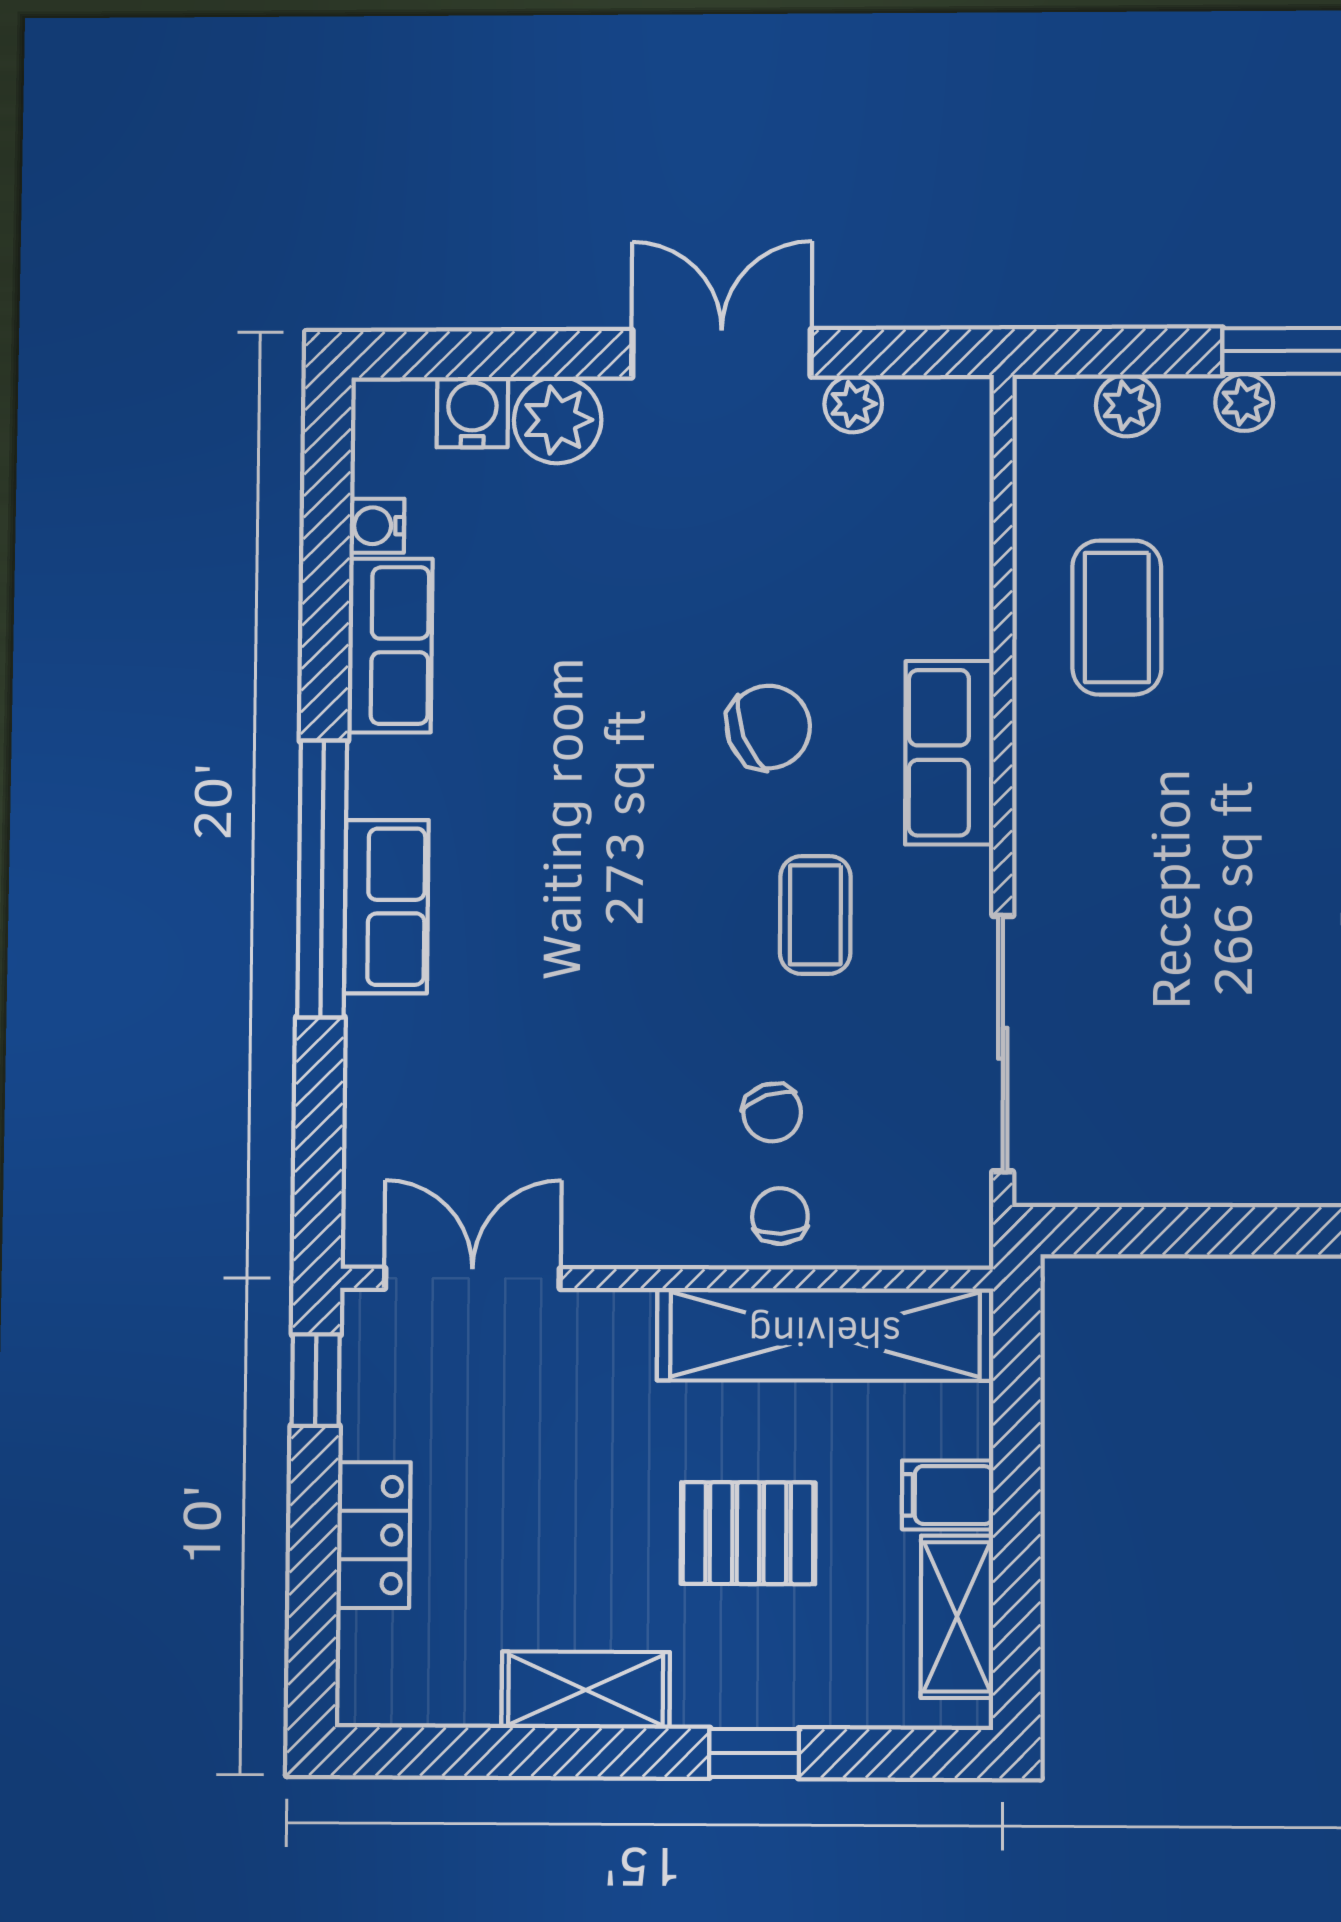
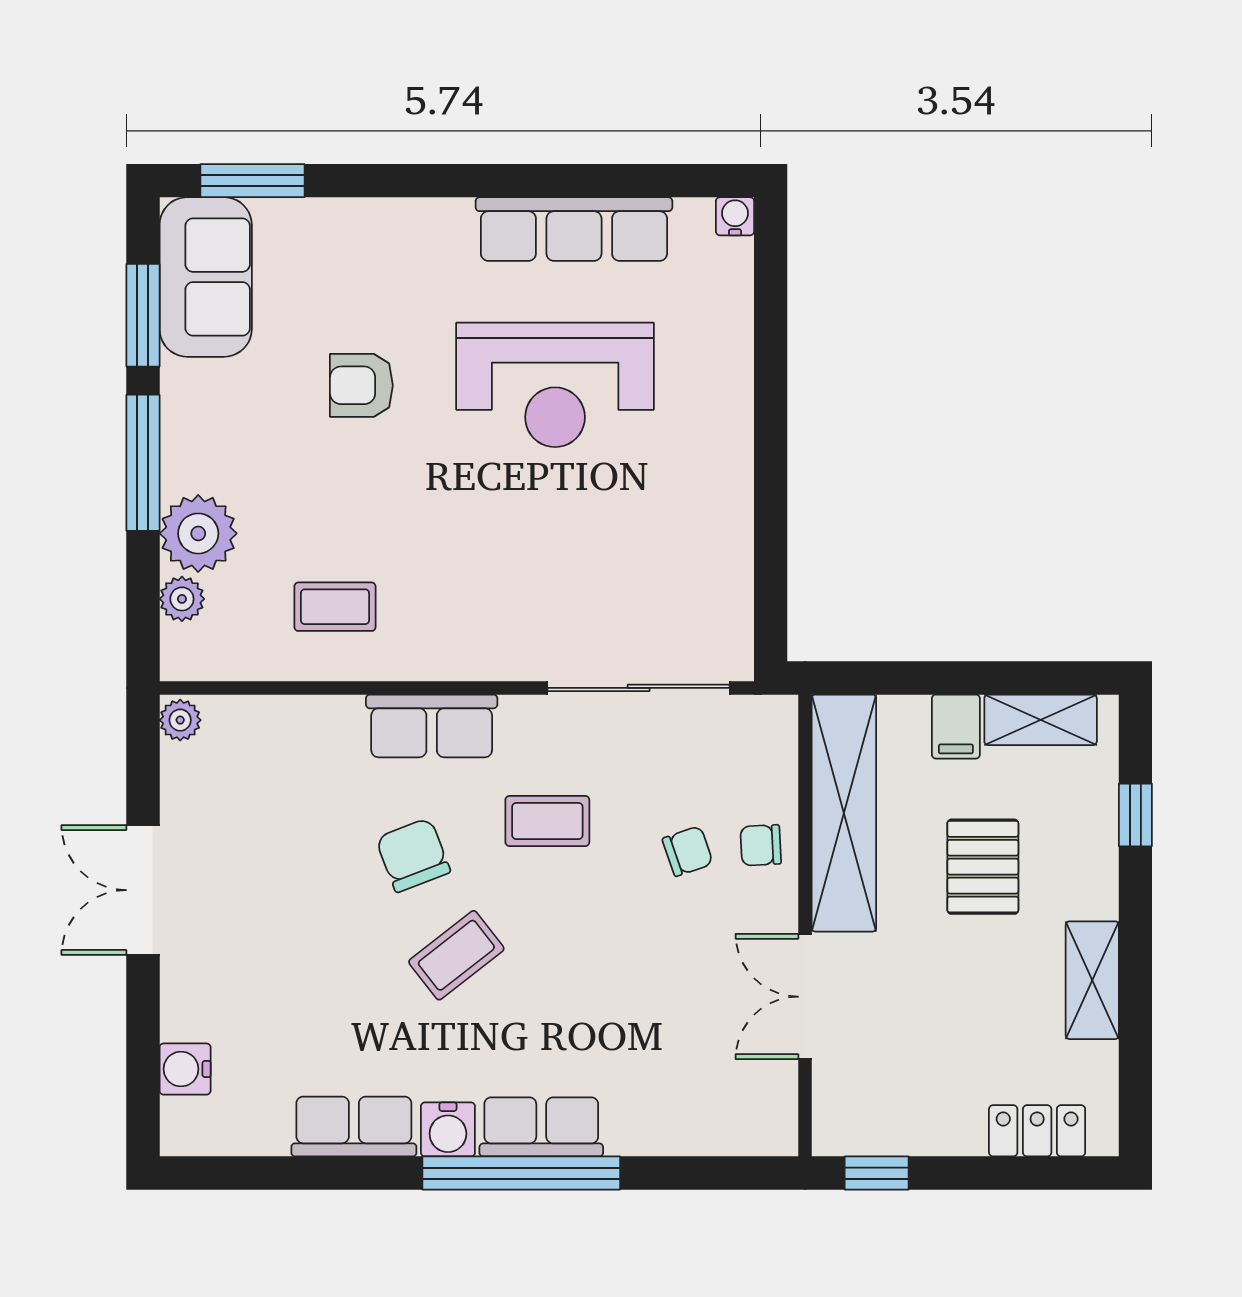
plant: (1244, 402) -> (198, 533), width x1.88, depth x1.88
plant: (853, 404) -> (180, 720), moved
plant: (558, 420) -> (191, 1008), removed
water cooler: (377, 526) -> (448, 1129), moved, width x1.38, depth x1.38
coffee table: (1117, 617) -> (335, 607), width x0.73, depth x0.77
coffee table: (628, 788) -> (456, 955), added
double door: (472, 1278) -> (805, 997), moved
locker: (373, 1535) -> (1037, 1131), moved
window: (754, 1753) -> (1135, 815), moved

